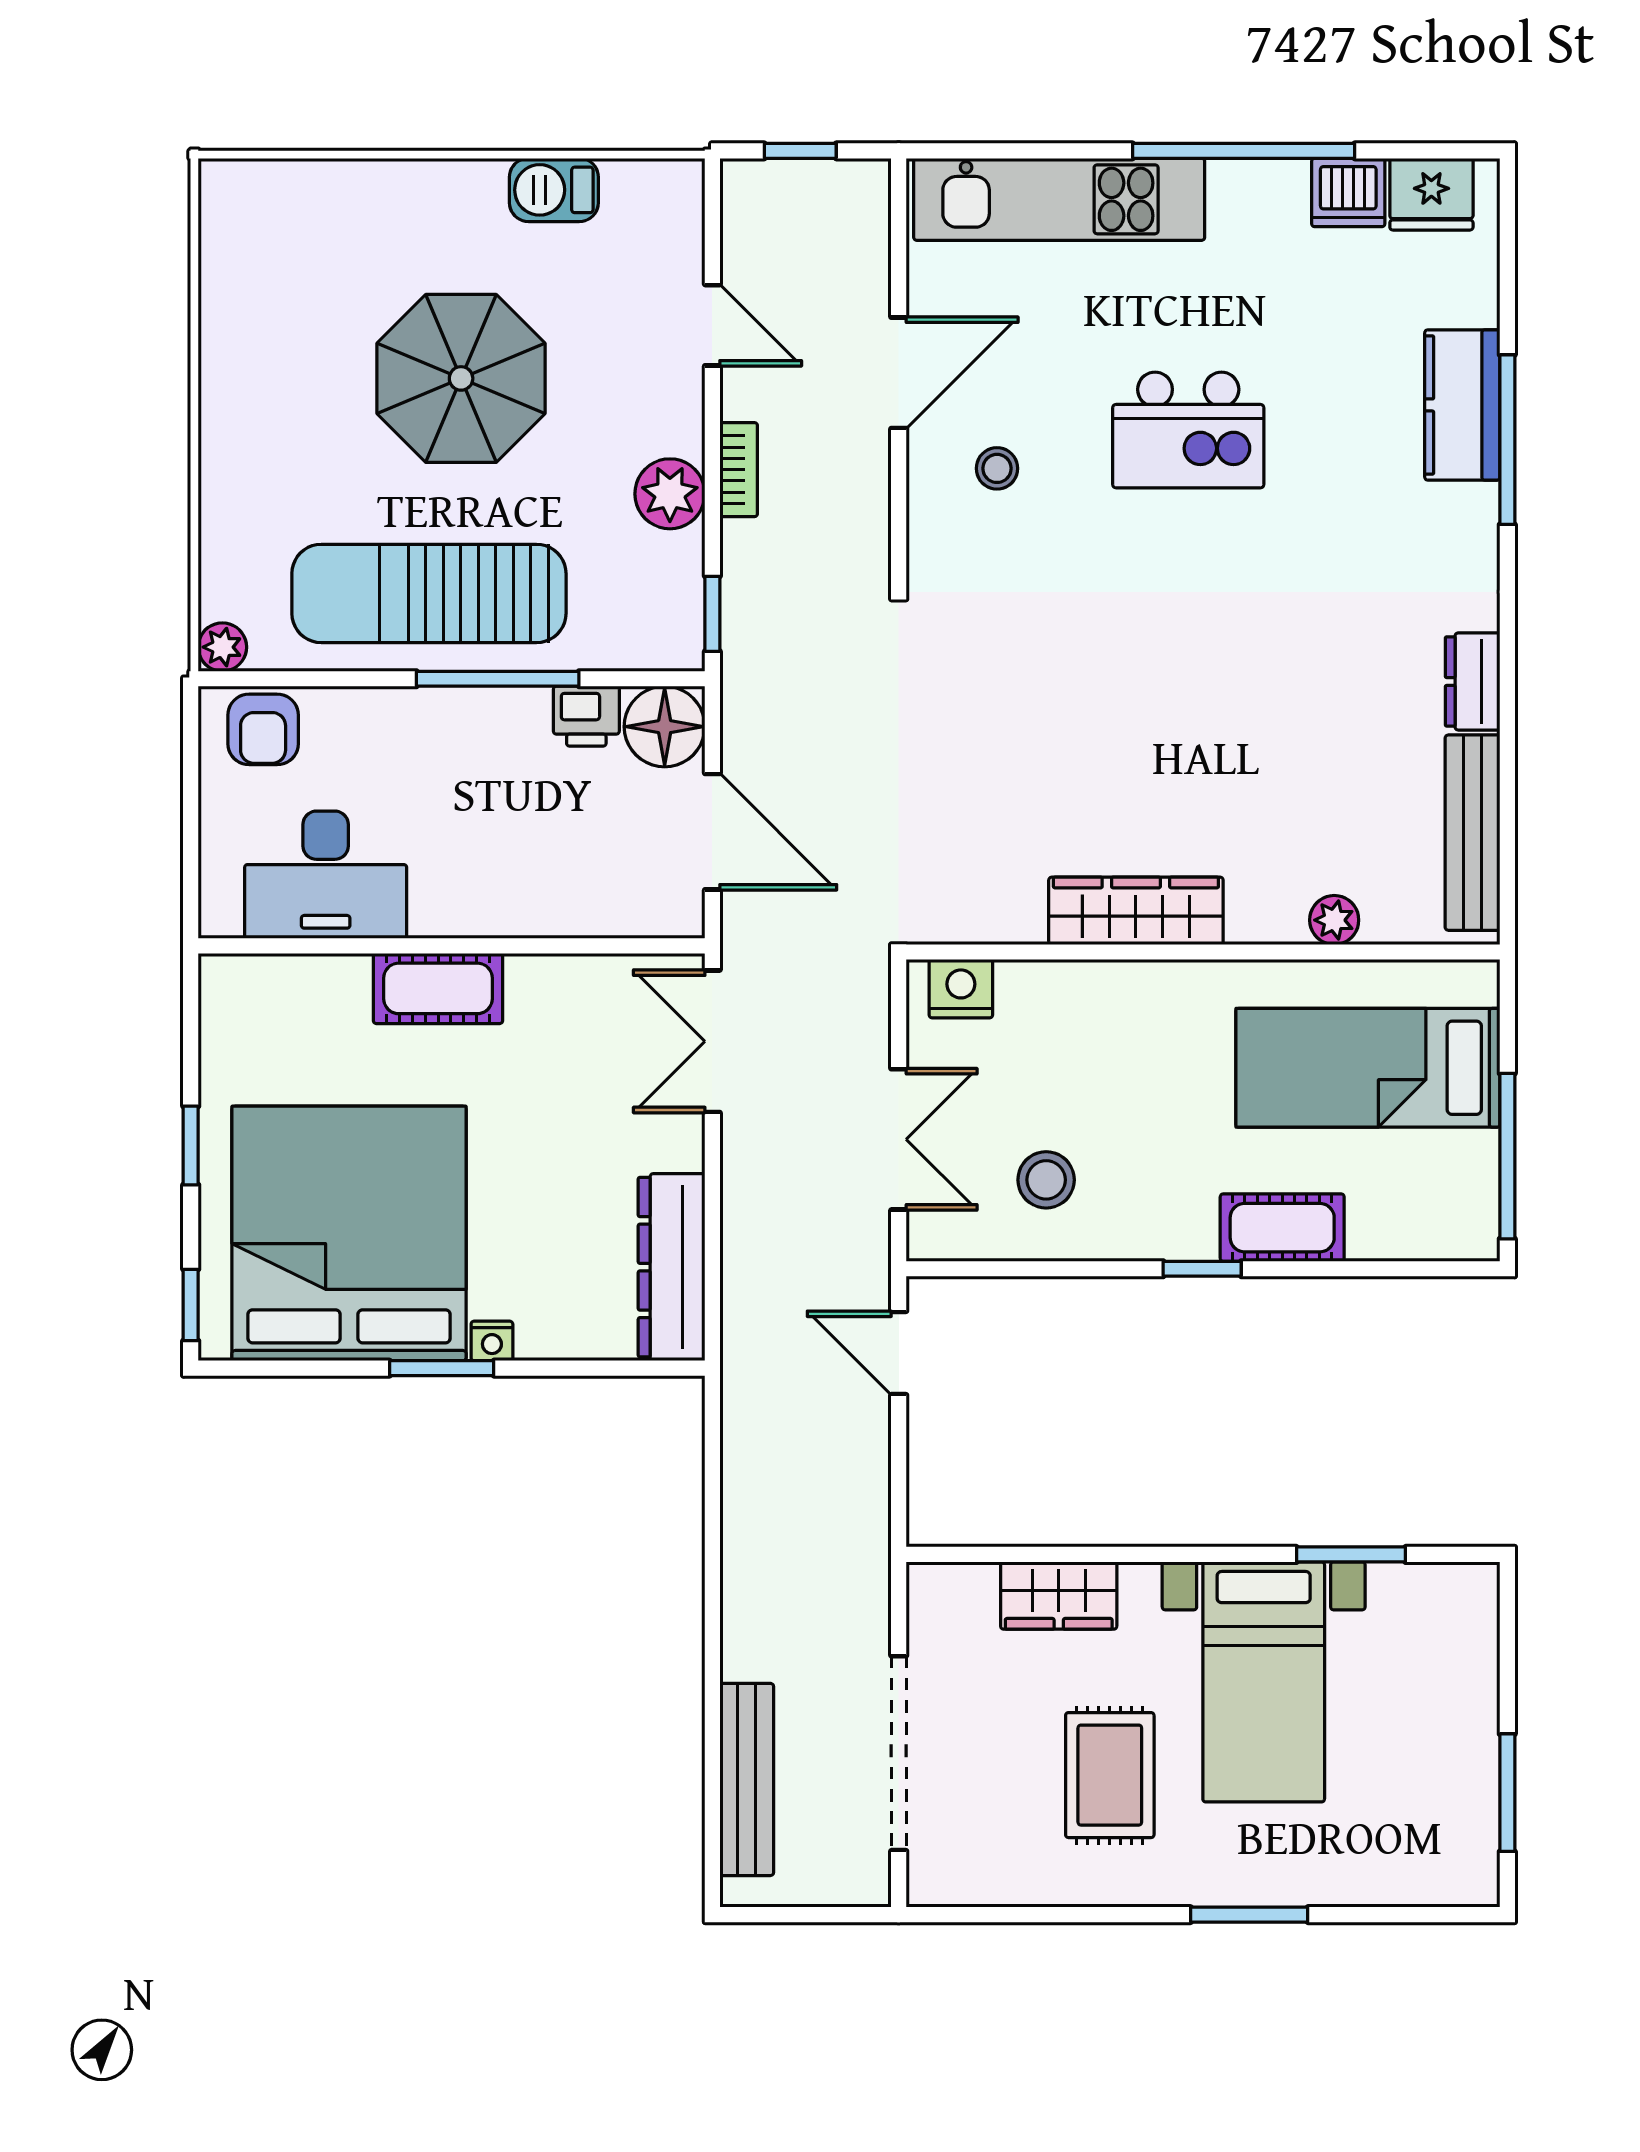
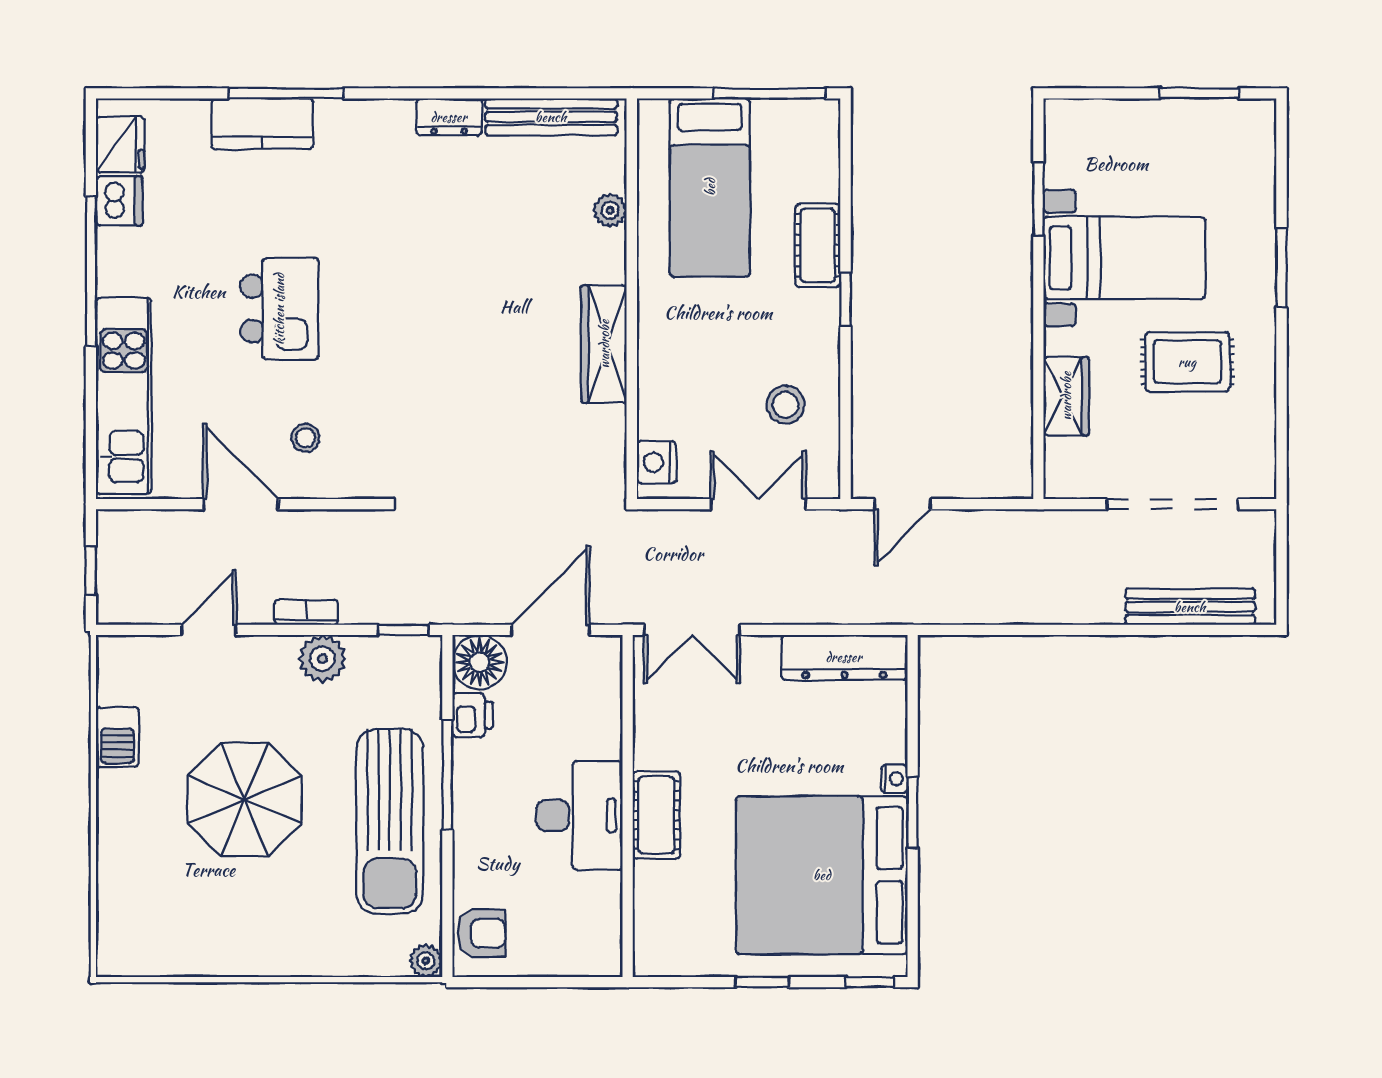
desk: (326, 875) -> (580, 815), moved

